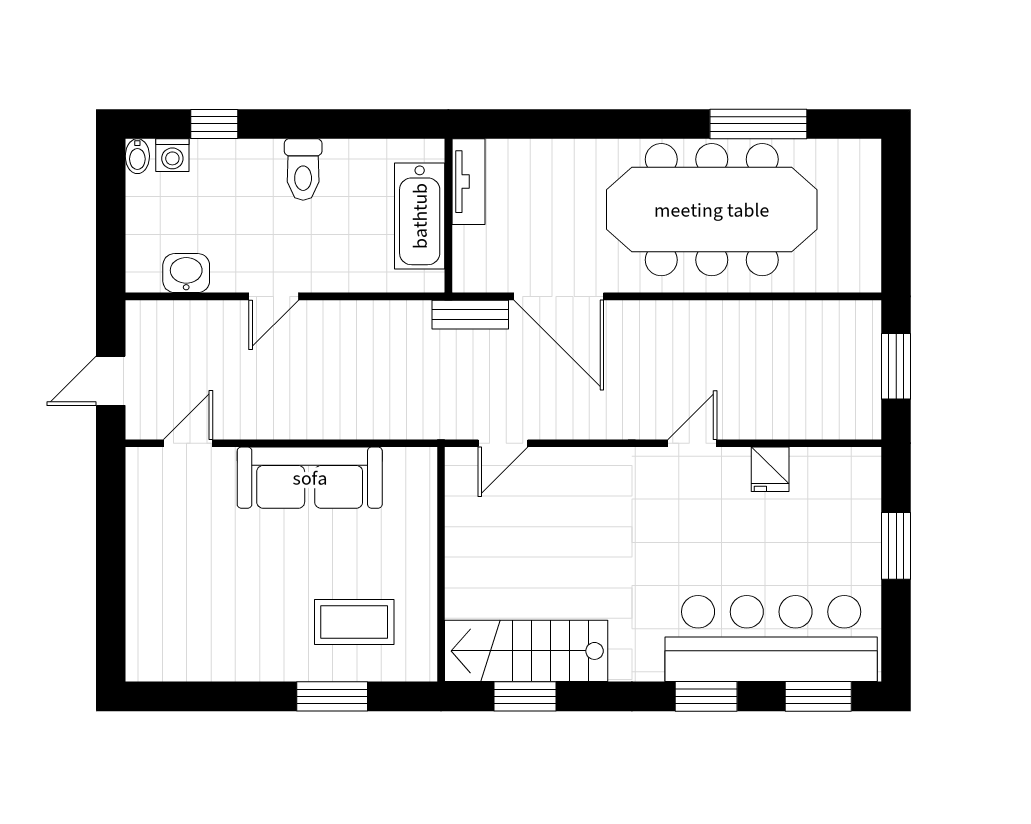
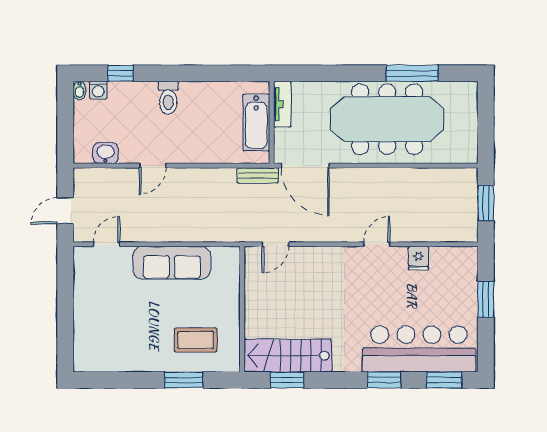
tv unit: (468, 182) -> (282, 104), moved
bathtub: (420, 216) -> (256, 123), moved
wall: (448, 216) -> (272, 122), moved

